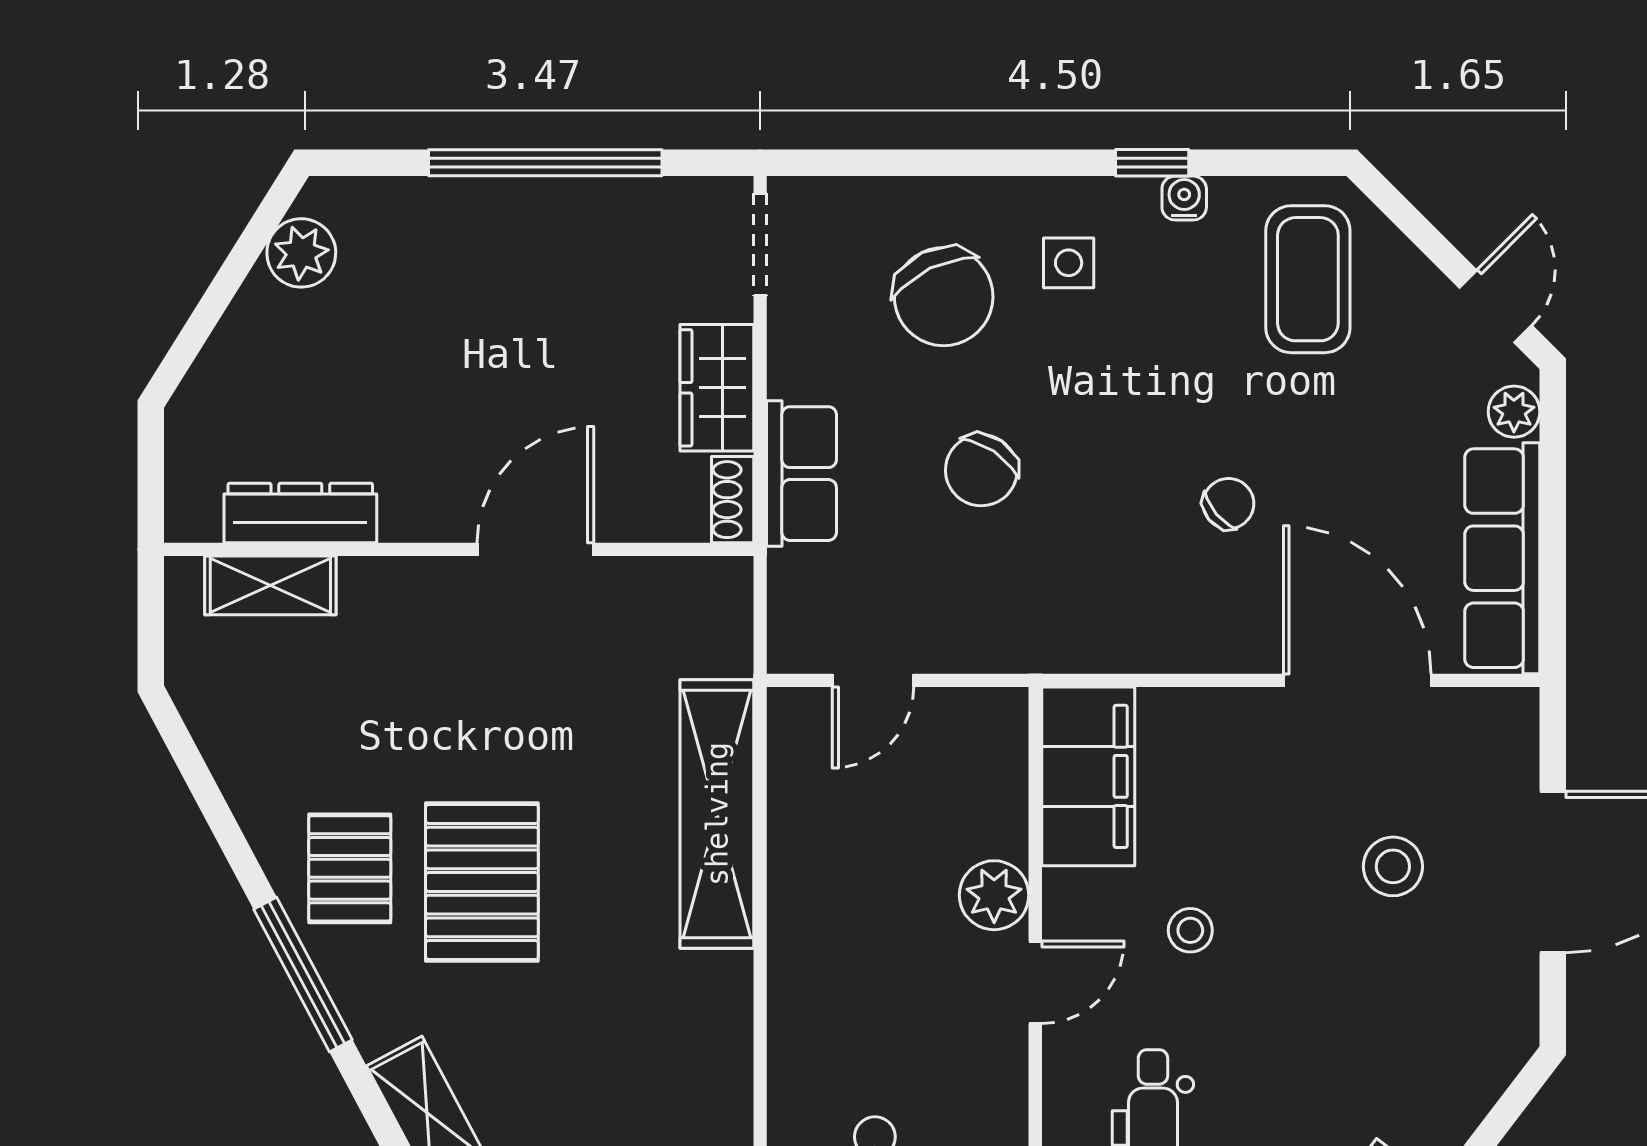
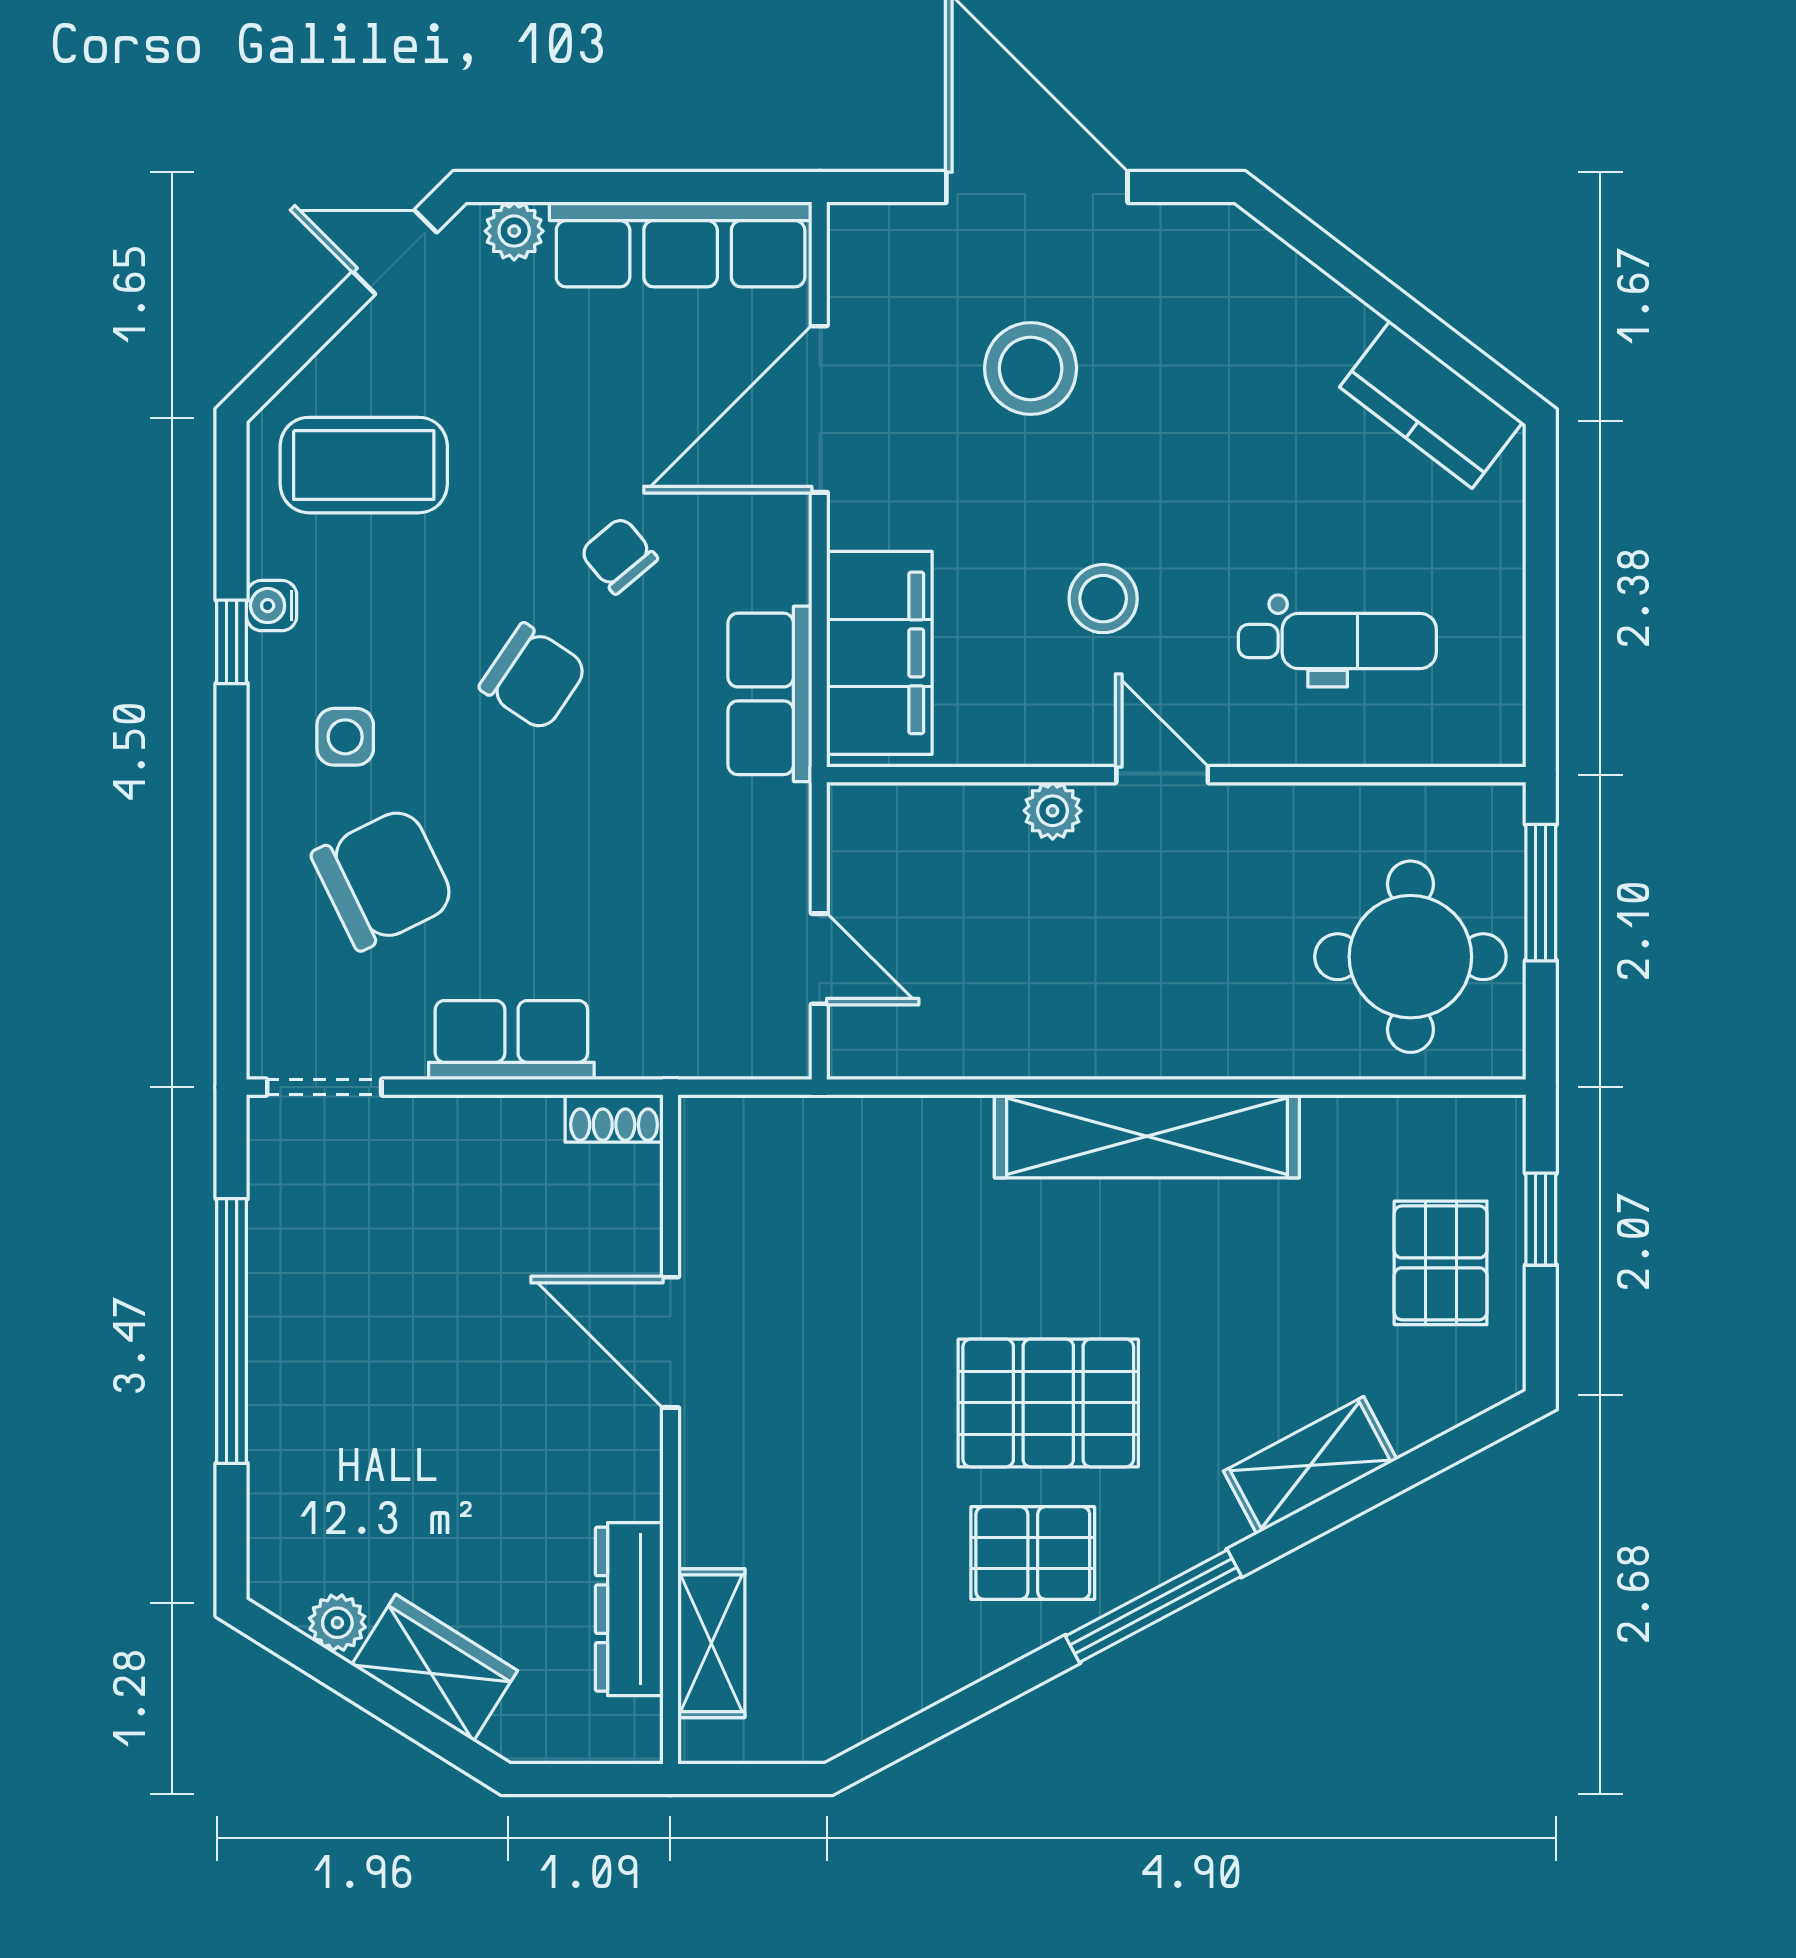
plant: (301, 253) -> (337, 1623), width x0.73, depth x0.73
wardrobe: (717, 388) -> (435, 1668), moved, turned -148
chair: (981, 470) -> (533, 677), moved
row of seats: (801, 474) -> (511, 1040), moved
row of seats: (1106, 637) -> (770, 694), added
filing cabinet: (1088, 776) -> (879, 653), moved, turned 90
shelving: (717, 814) -> (1147, 1136), moved
stool: (1393, 866) -> (1031, 368), width x1.38, depth x1.38
plant: (994, 895) -> (1053, 811), width x0.73, depth x0.73
stool: (1190, 930) -> (1103, 599), width x1.37, depth x1.37

